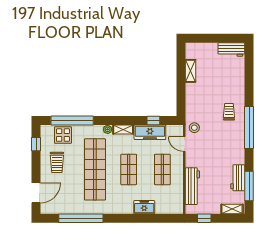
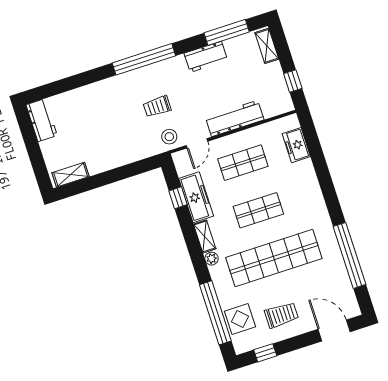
shelving: (191, 71) -> (71, 175), moved
trolley: (229, 112) -> (157, 106), moved
workbench: (238, 178) -> (206, 57), moved
workbench: (192, 186) -> (235, 118), moved
freezer: (144, 207) -> (296, 145), moved

